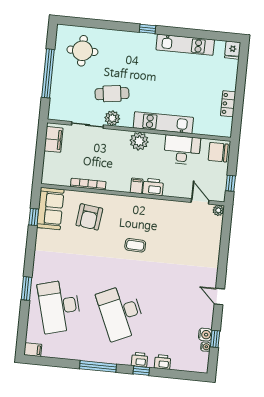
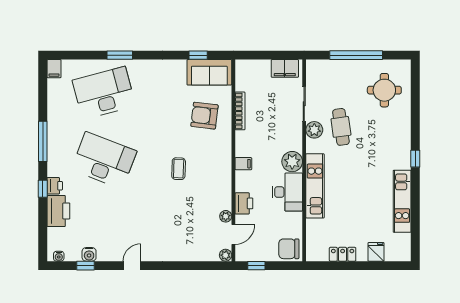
fridge: (233, 50) -> (376, 252), moved, turned 90
desk: (182, 150) -> (287, 192), moved
chair: (218, 152) -> (289, 249), turned -90
printer: (153, 187) -> (244, 203), moved
plant: (183, 207) -> (226, 216), added
desk: (121, 312) -> (104, 160), turned 45
water cooler: (206, 347) -> (59, 256), moved
printer: (163, 362) -> (58, 211), width x1.87, depth x1.48

